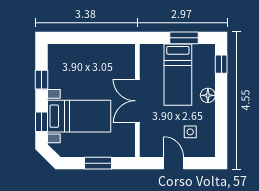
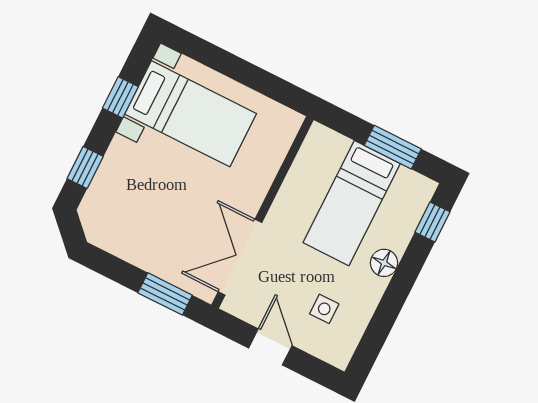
double door: (137, 101) -> (240, 257), moved
bed with nightstands: (79, 116) -> (191, 114), moved
window: (98, 163) -> (165, 294), moved

